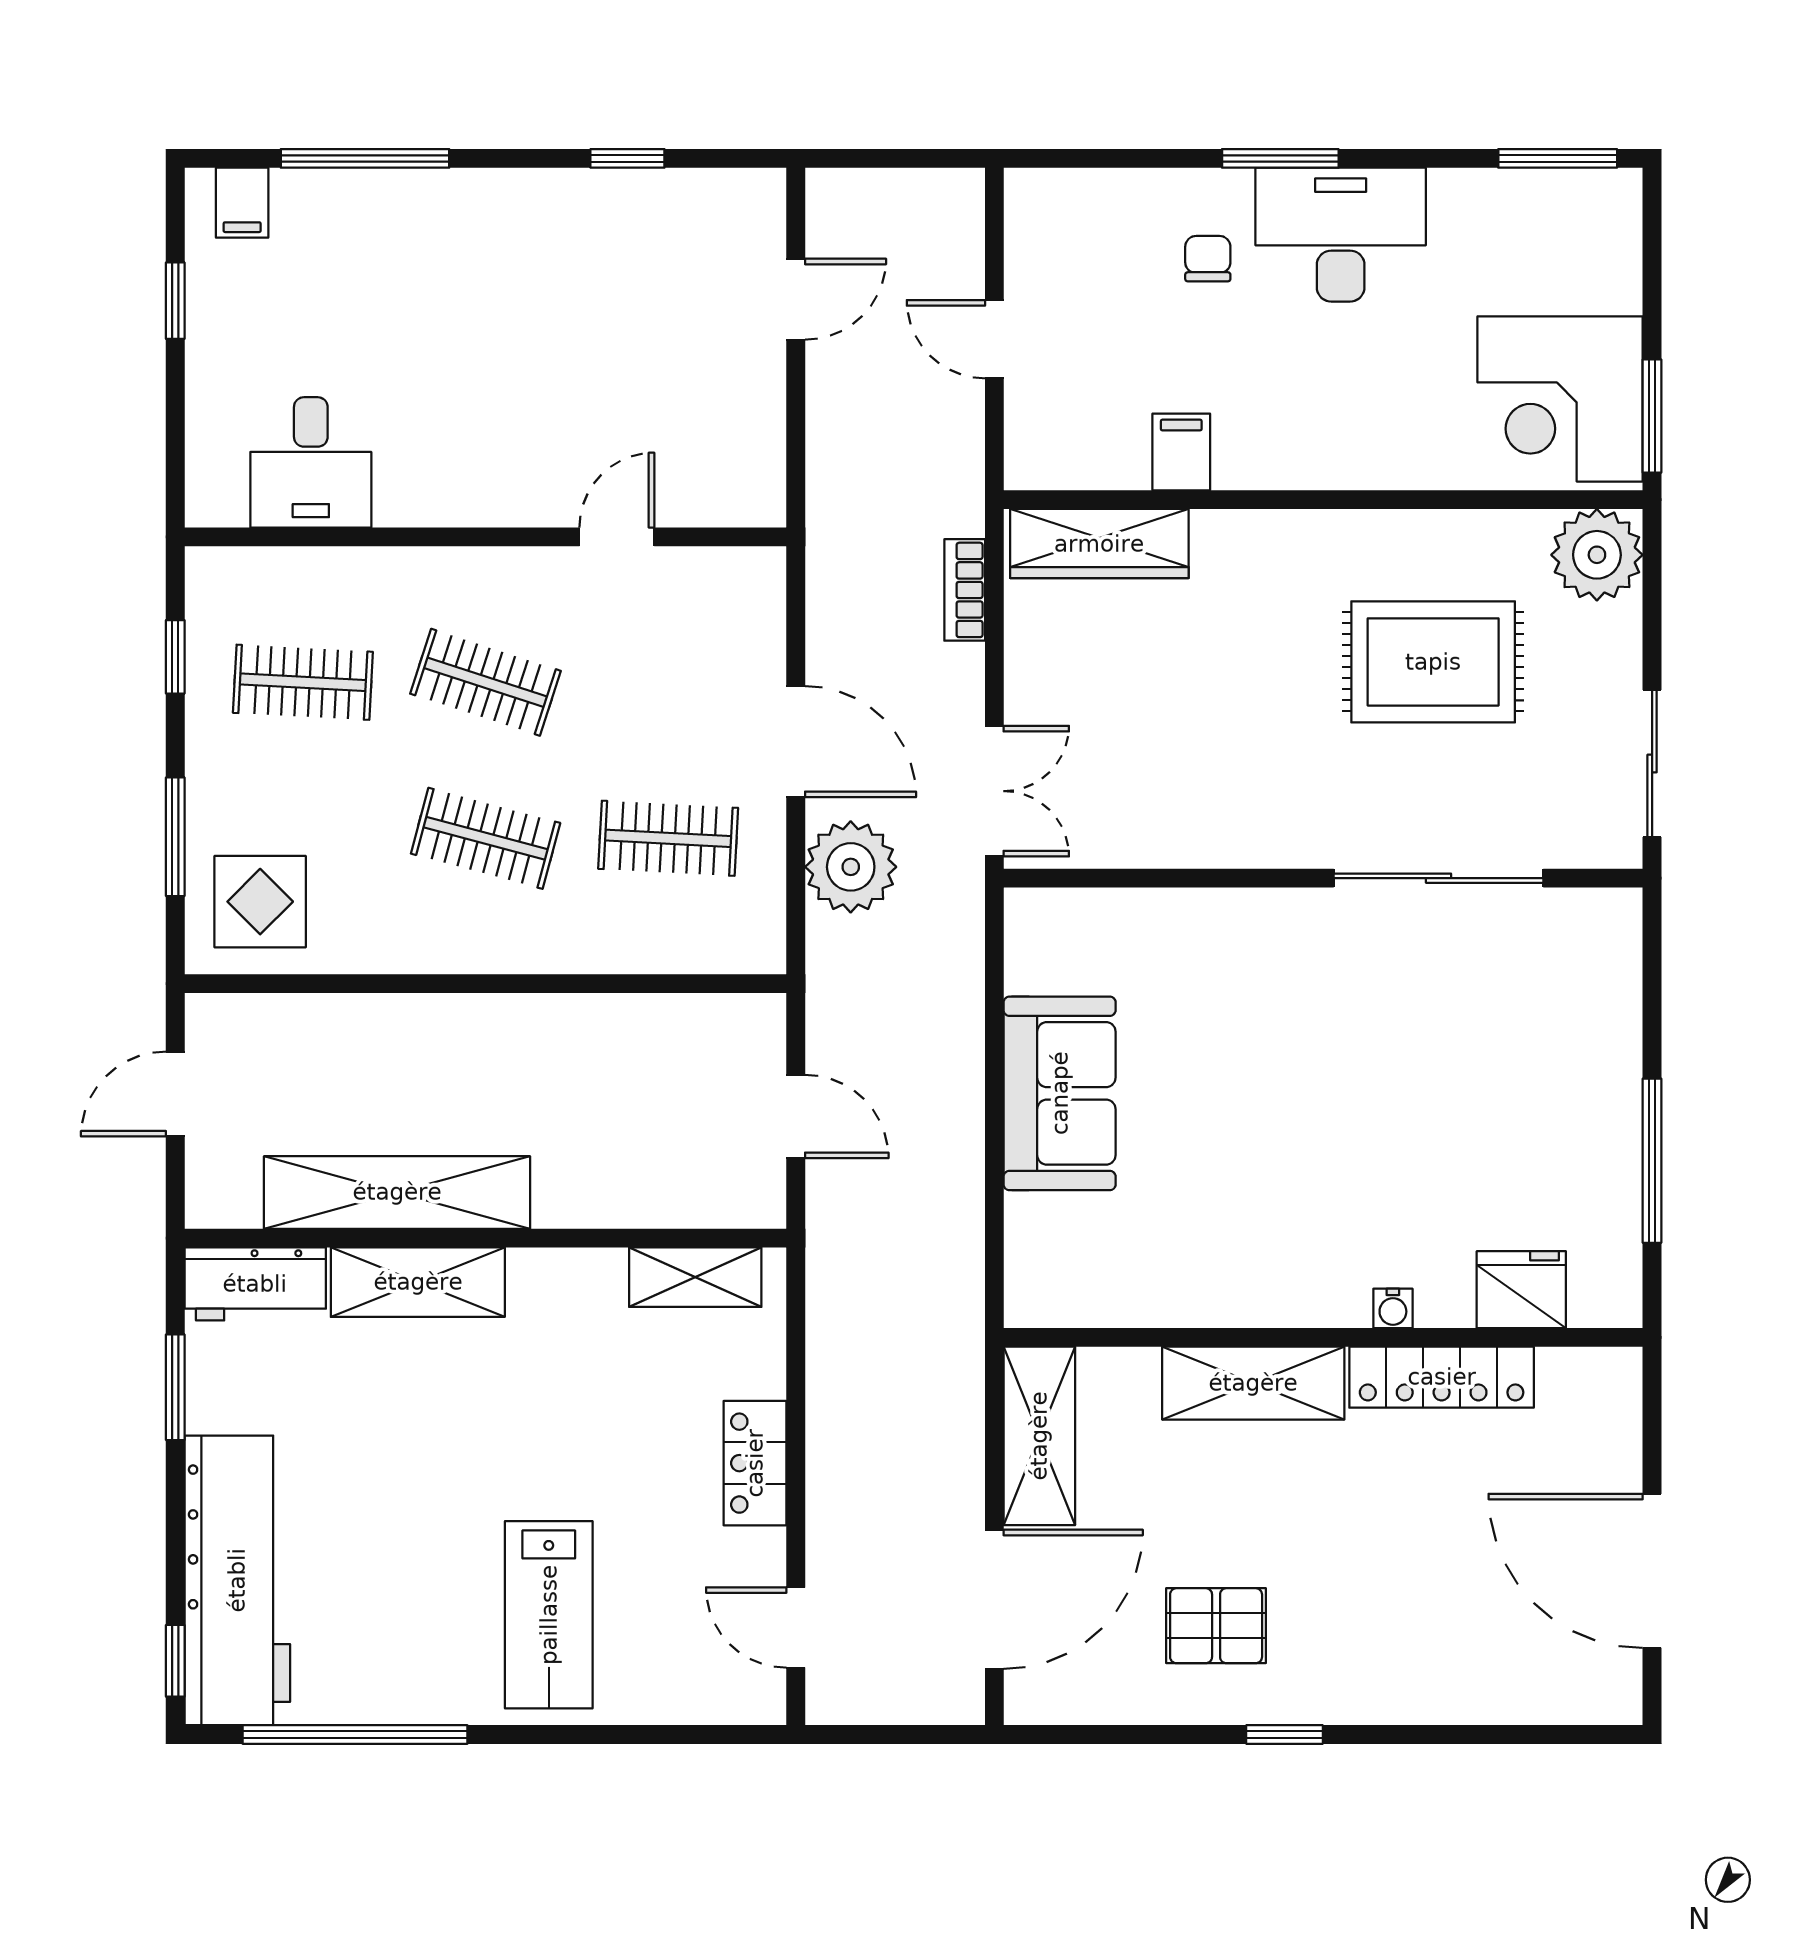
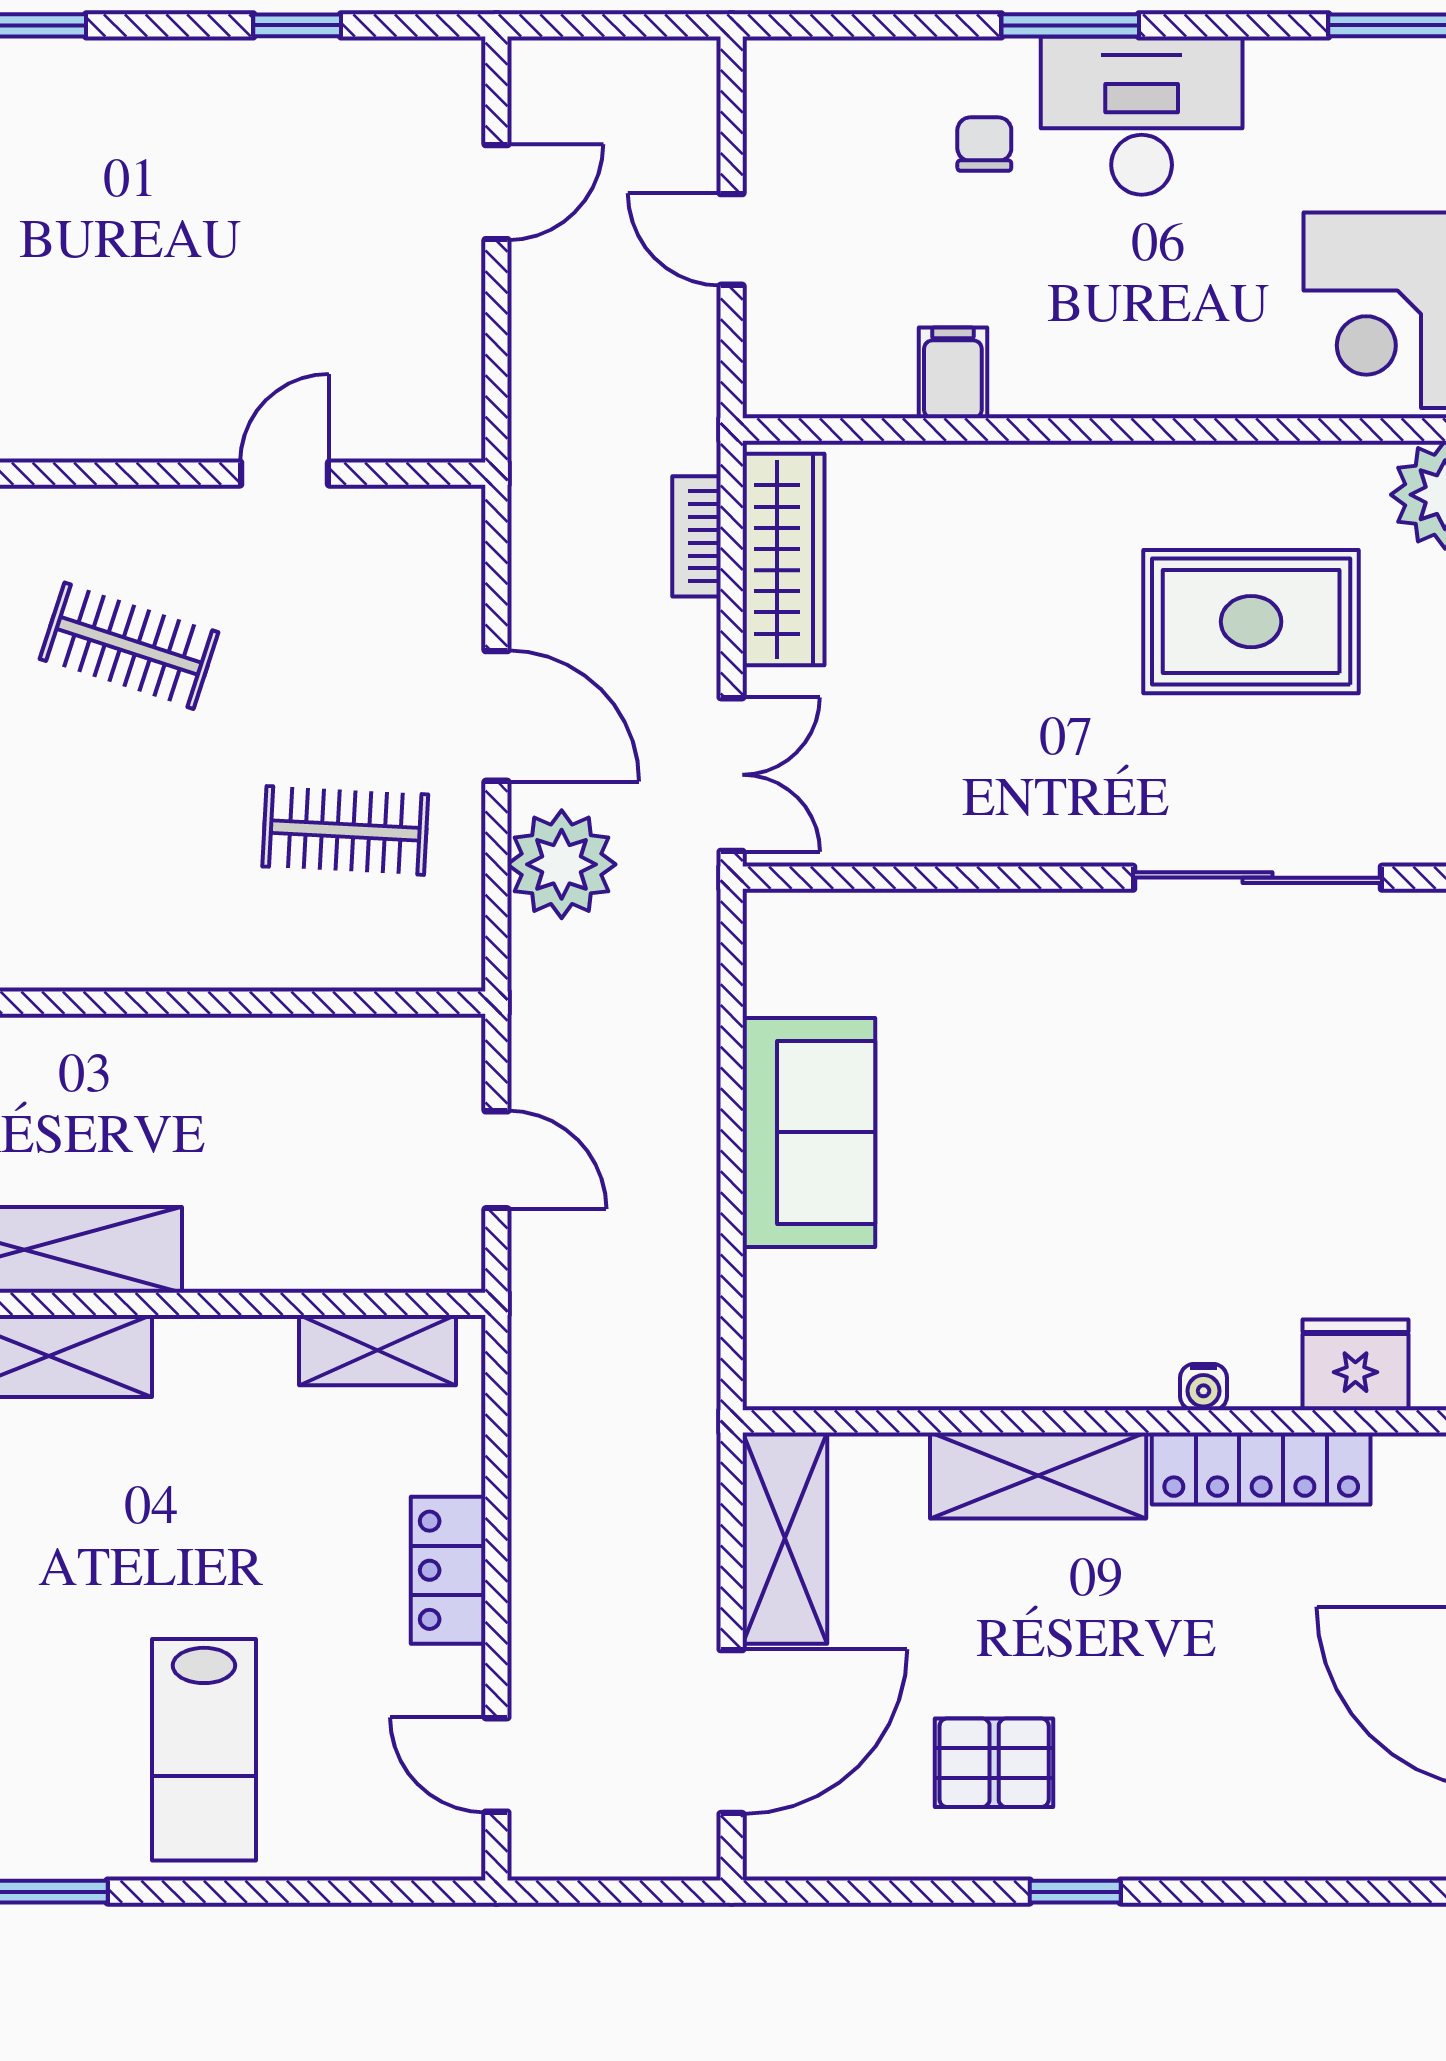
wardrobe: (1099, 544) -> (783, 560), moved, turned -90
clothes rail: (486, 838) -> (129, 830), removed

